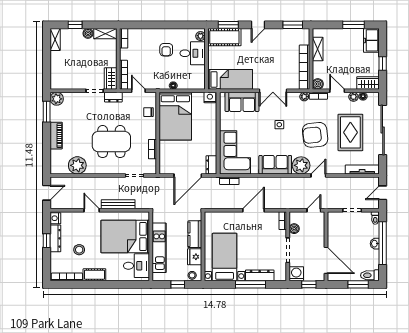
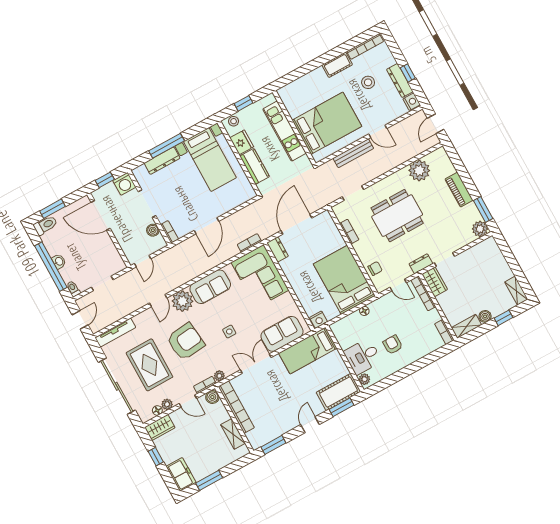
desk: (136, 266) -> (298, 99), removed

